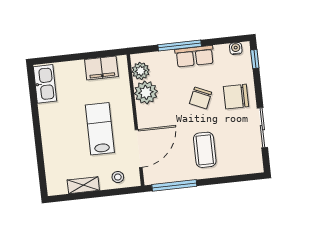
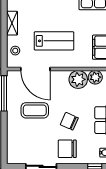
chair: (236, 97) -> (67, 149), turned -90
coffee table: (205, 150) -> (35, 110), moved

